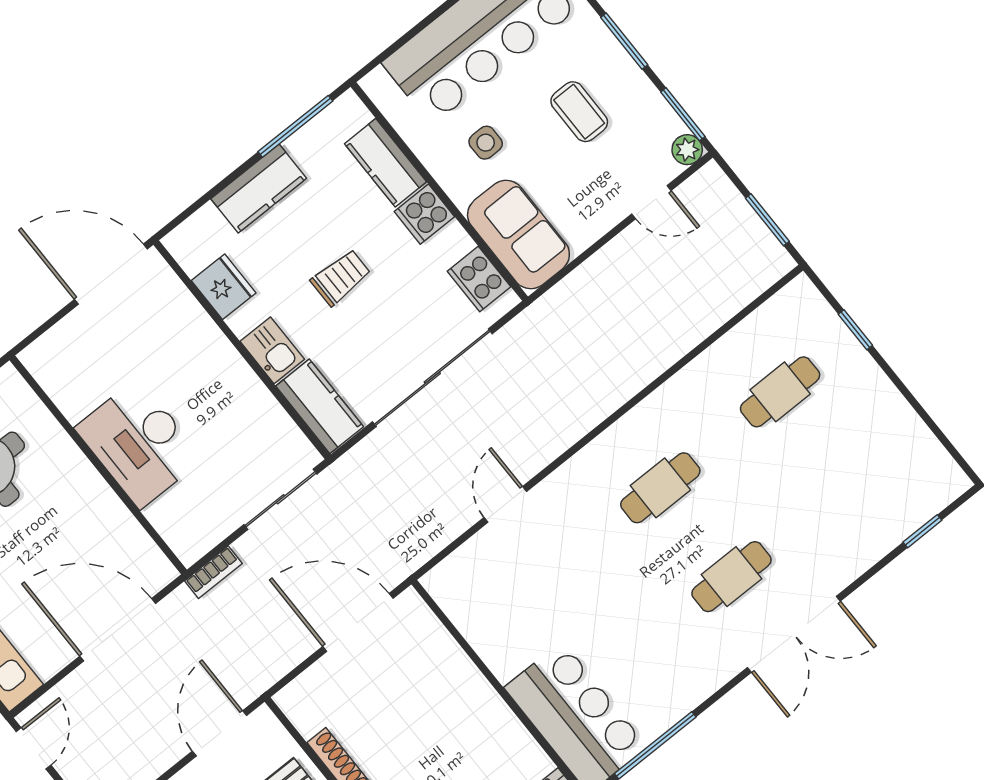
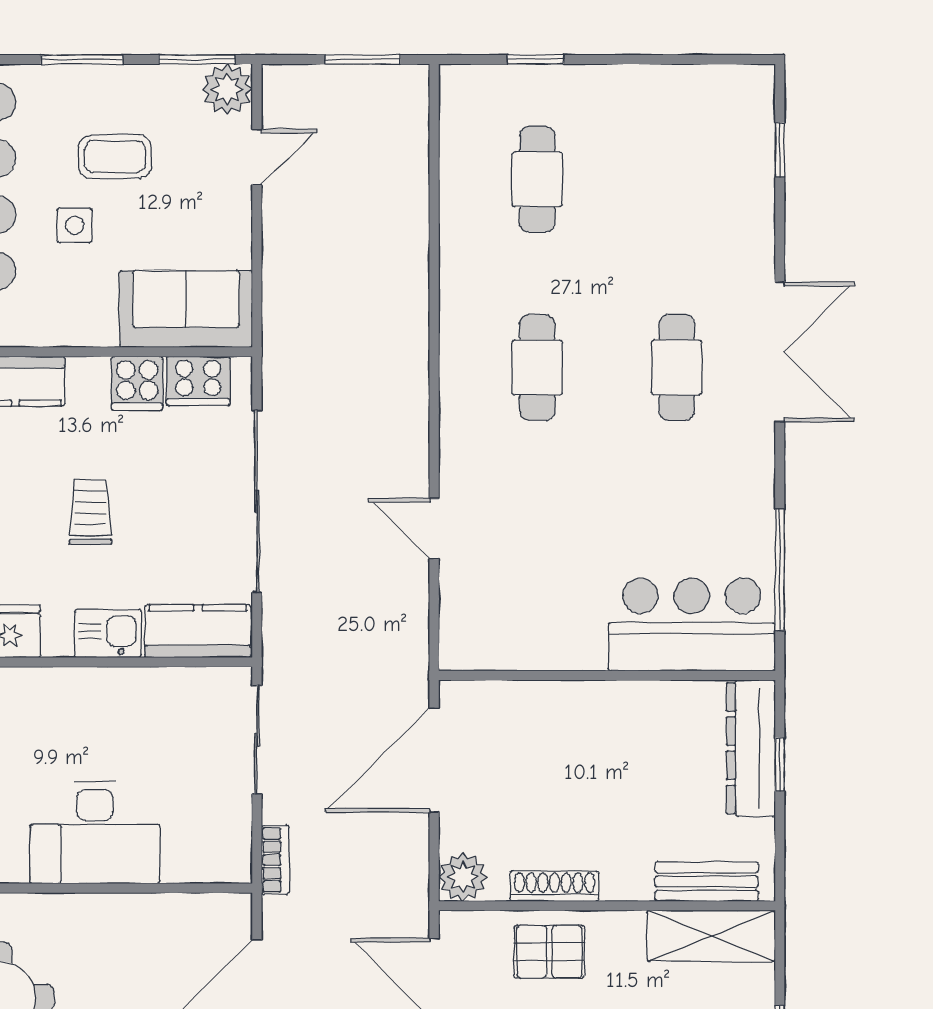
side table: (486, 143) -> (75, 225), moved
plant: (687, 150) -> (227, 89), width x1.38, depth x1.38
cooker: (424, 214) -> (137, 383), moved
plant: (298, 700) -> (463, 877), added

